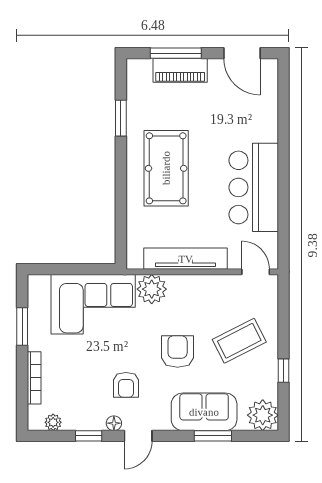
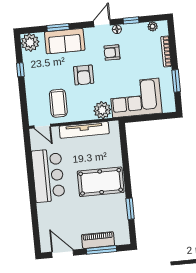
pool table: (166, 168) -> (101, 182), turned 90
coffee table: (239, 341) -> (58, 103), moved, turned -63
armchair: (126, 385) -> (112, 53), turned -90

